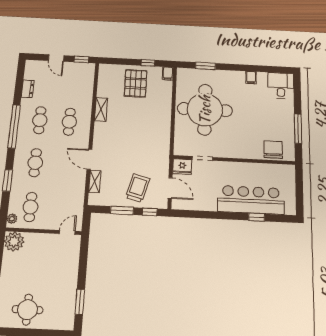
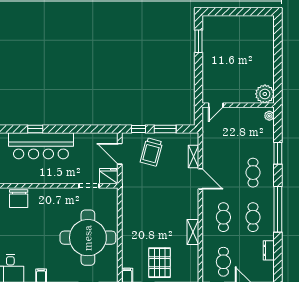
cafe table: (30, 207) -> (223, 262), moved
round table: (27, 310) -> (246, 32), removed

